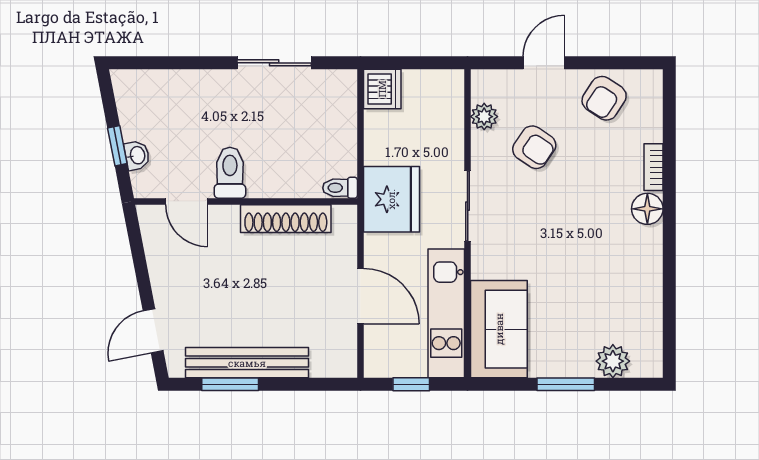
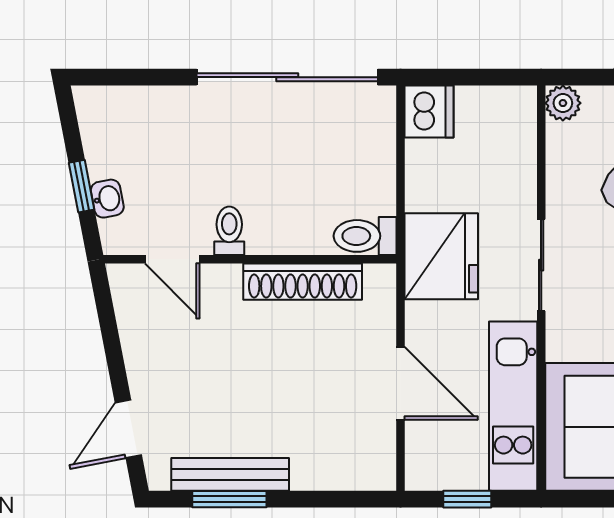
sliding door: (274, 63) -> (287, 77), width x1.86
plant: (484, 117) -> (563, 103), moved
toilet: (230, 173) -> (229, 231), width x0.73, depth x0.72
toilet: (340, 188) -> (365, 236), width x1.37, depth x1.39
bench: (247, 363) -> (230, 474), width x0.73, depth x0.82

